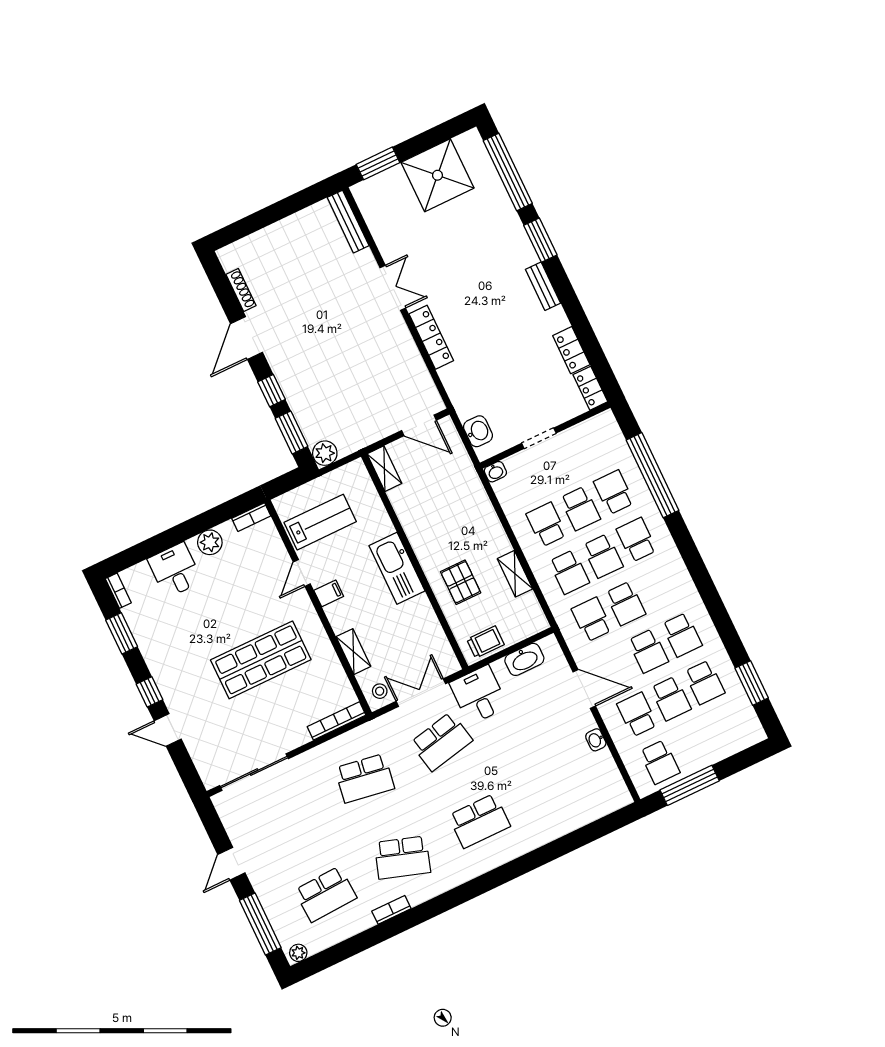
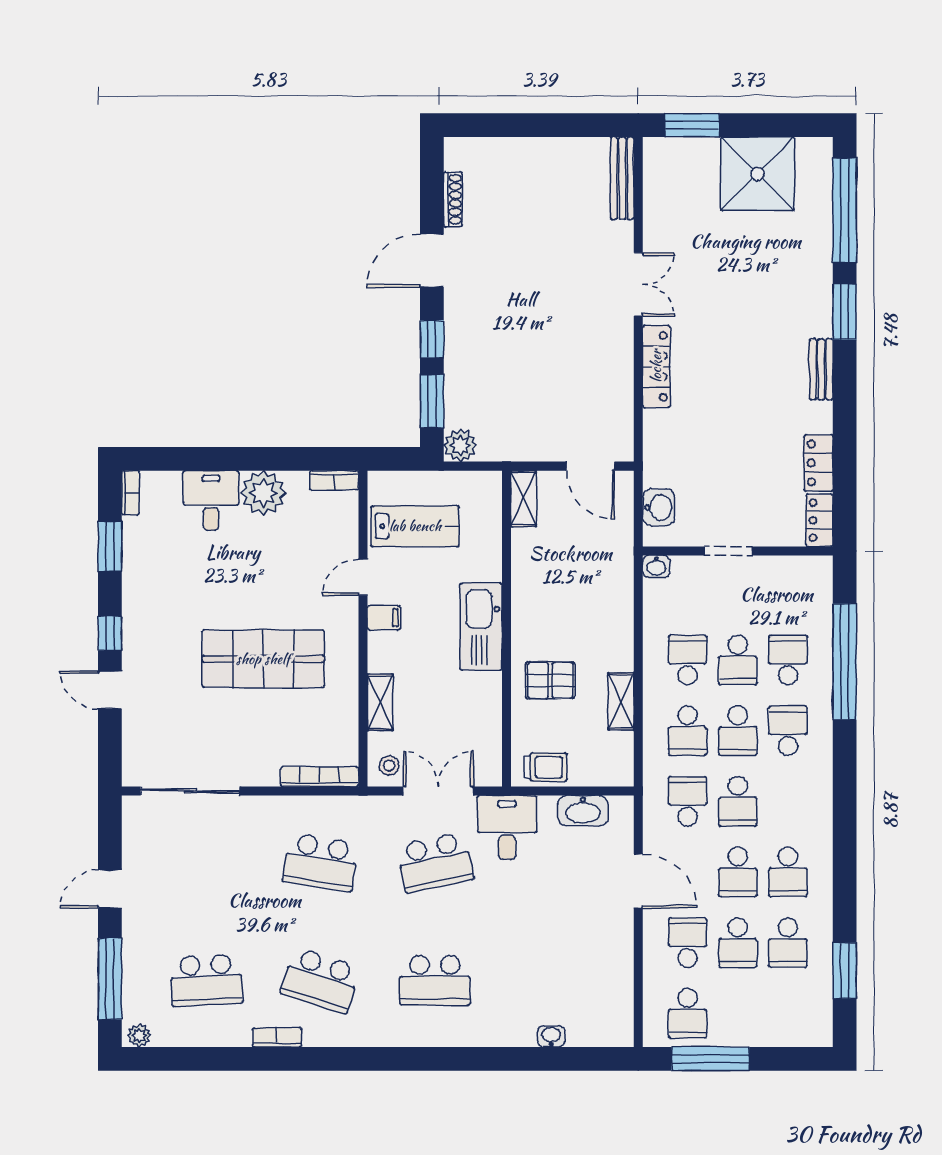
plant: (210, 542) -> (263, 493), width x1.36, depth x1.36
pallet: (461, 582) -> (550, 680), turned 90
washbasin: (596, 740) -> (551, 1036), moved, turned 90

